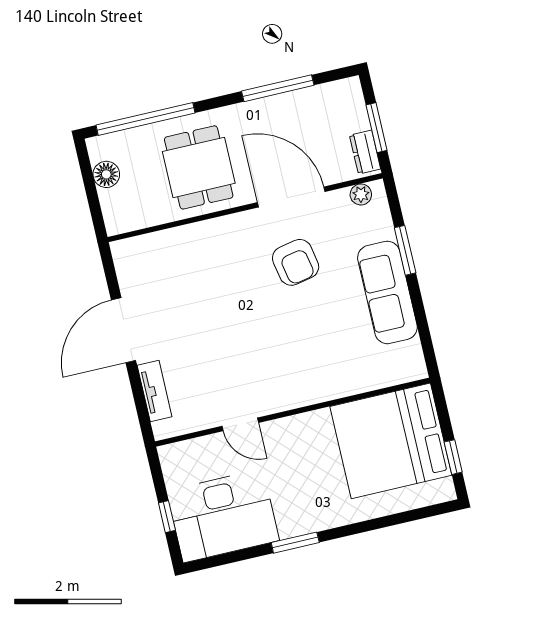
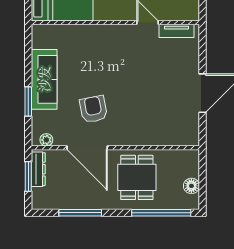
dresser: (365, 152) -> (38, 169), width x1.44
tv unit: (155, 391) -> (177, 31), moved, turned -90

